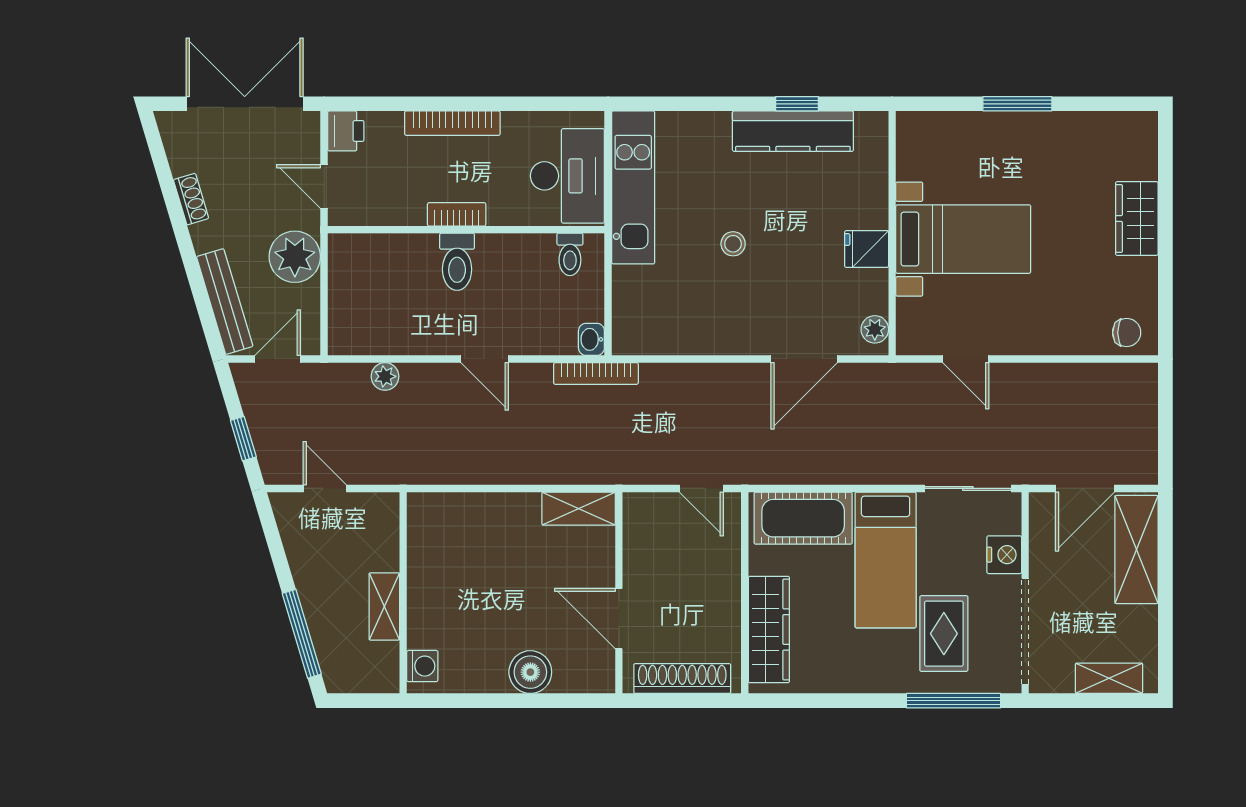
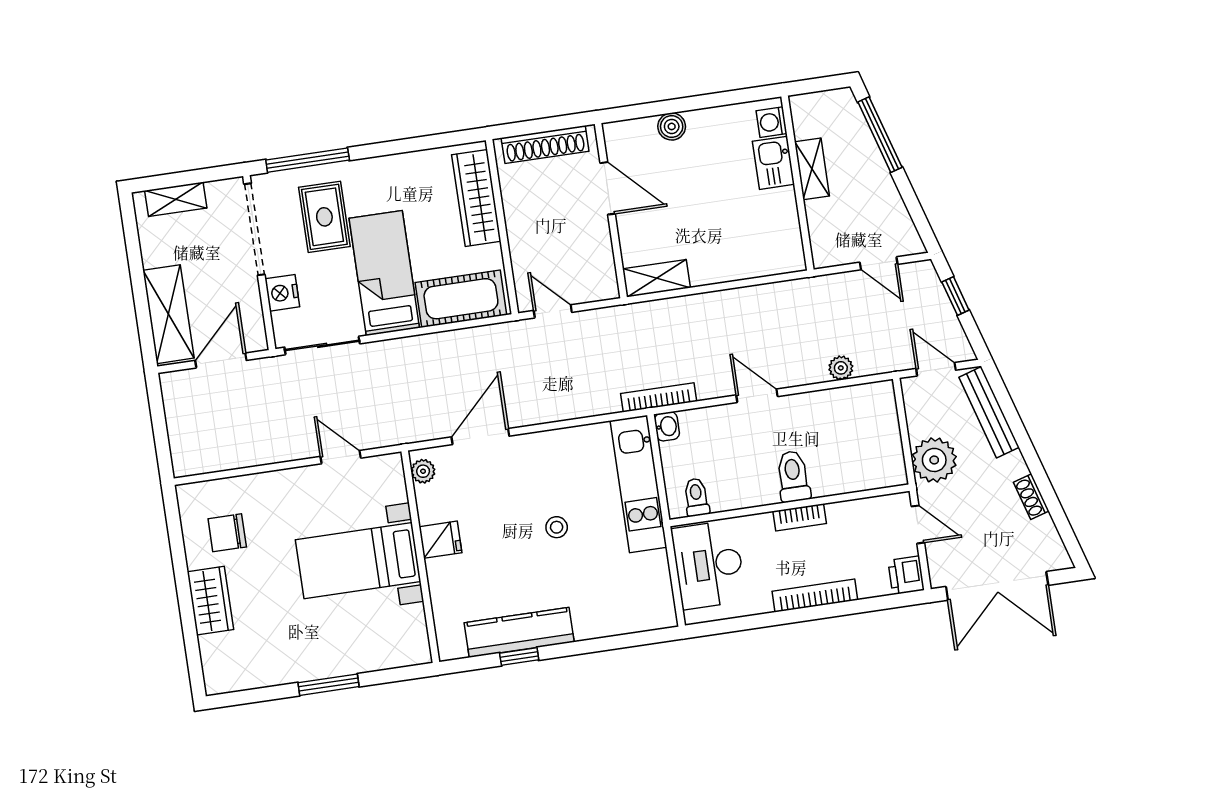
kitchen unit: (633, 187) -> (638, 484), moved
chair: (1127, 333) -> (227, 533), moved, width x1.37, depth x1.37
door: (278, 359) -> (936, 369), swing flipped
kitchen sink: (427, 620) -> (773, 163), added
boiler: (530, 672) -> (672, 126), width x0.73, depth x0.73

